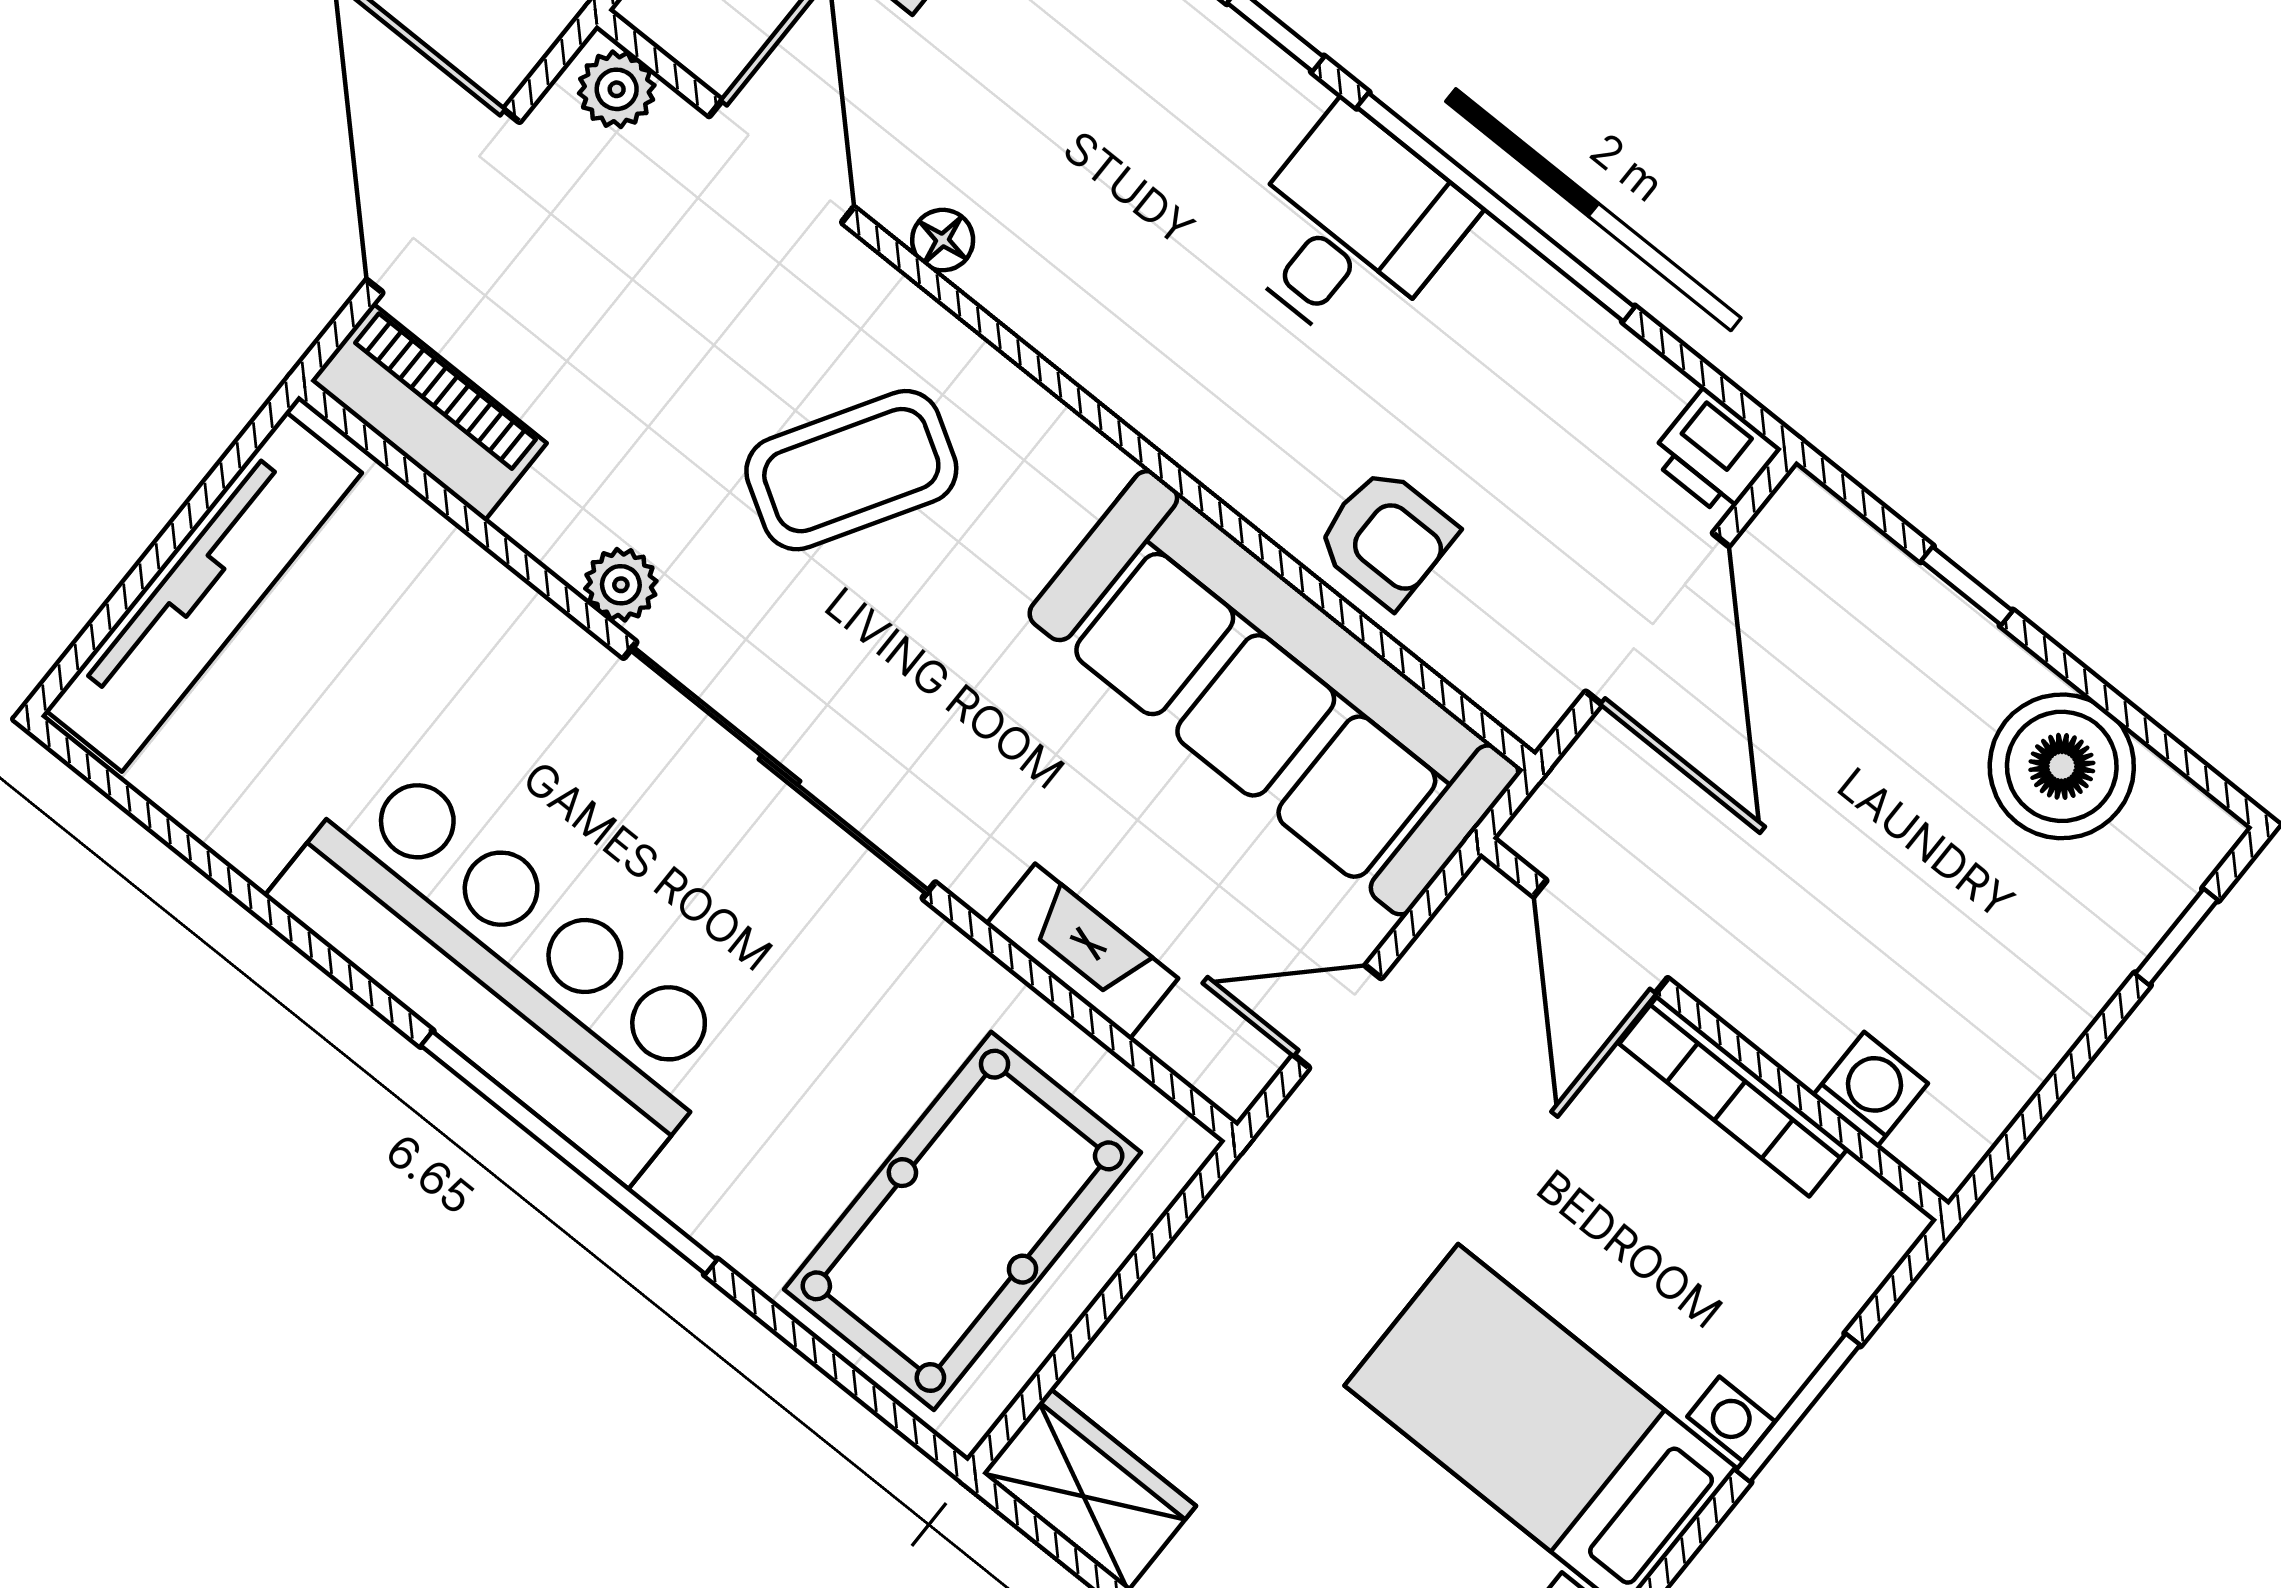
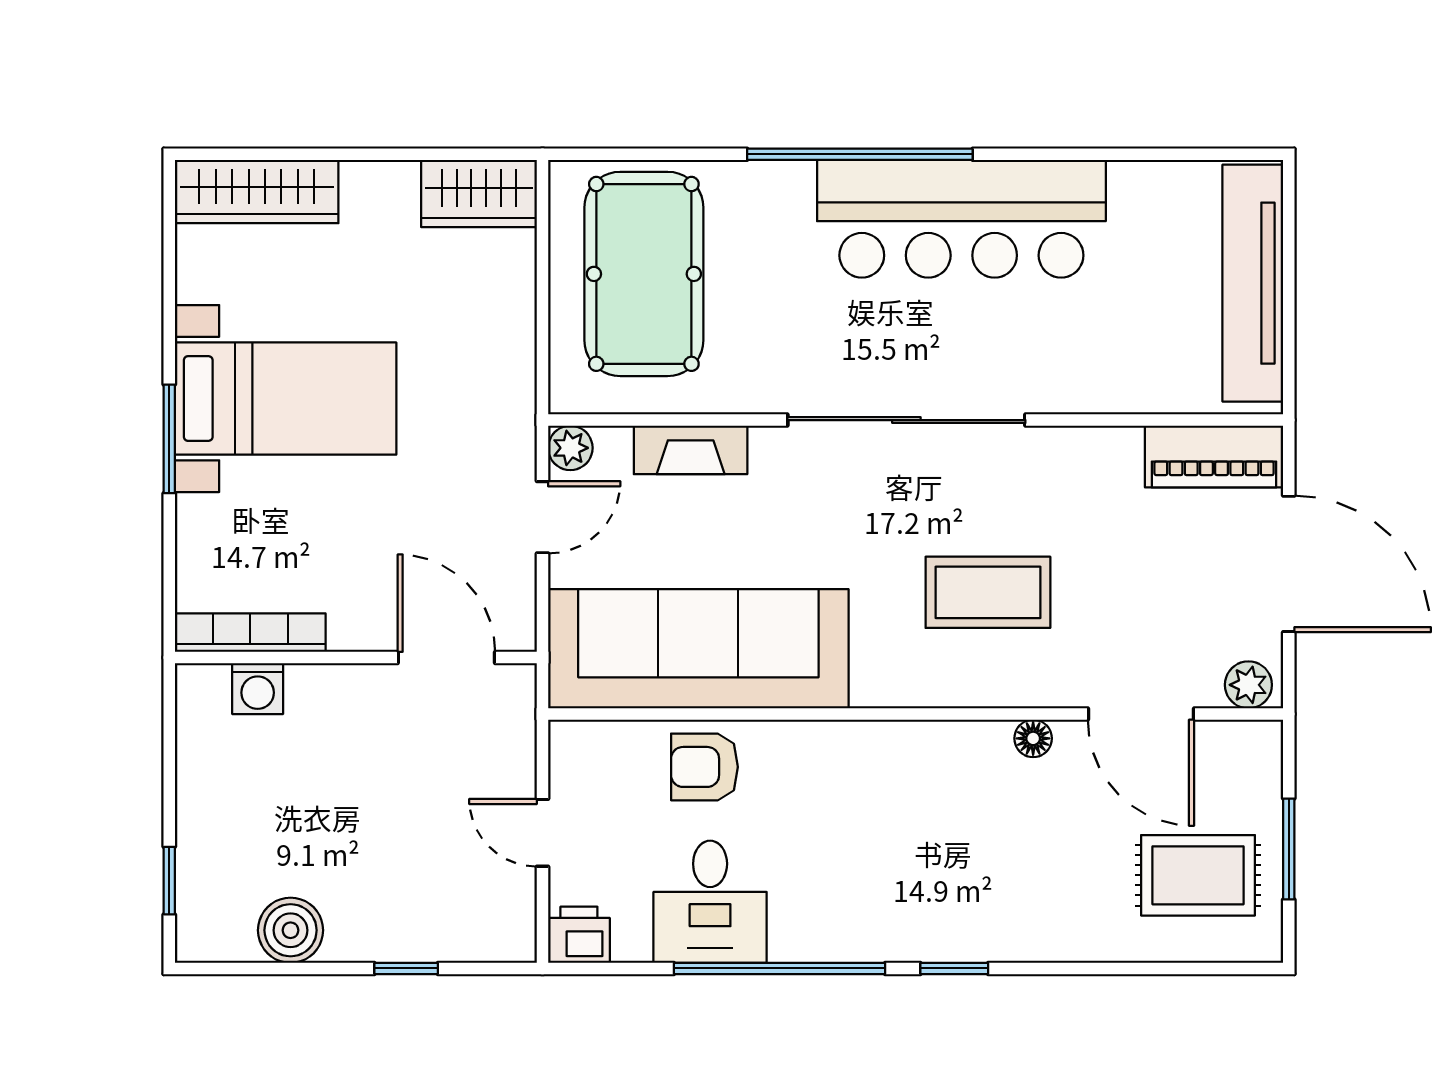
desk: (1351, 229) -> (710, 902), moved
coffee table: (851, 470) -> (988, 592), turned 59
plant: (621, 585) -> (570, 448), moved
door: (1657, 619) -> (542, 833), width x0.53
boiler: (2062, 766) -> (291, 930), width x0.73, depth x0.73
bookcase: (1734, 1096) -> (250, 633), moved
window: (1798, 1408) -> (169, 439), moved

